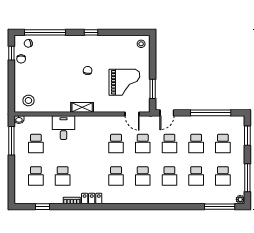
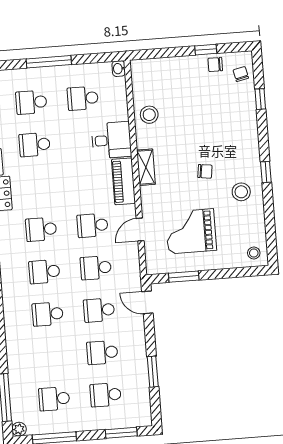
window: (45, 32) -> (260, 99), width x0.32
stool: (102, 49) -> (241, 192), added
window: (11, 53) -> (206, 50), moved
grand piano: (124, 82) -> (191, 231), turned 90
stool: (28, 100) -> (149, 115), moved
window: (211, 113) -> (153, 372), width x0.47
door: (132, 114) -> (140, 230), moved
piano: (90, 122) -> (123, 181), added
window: (11, 141) -> (49, 62), moved
school desk: (196, 176) -> (51, 356), removed

